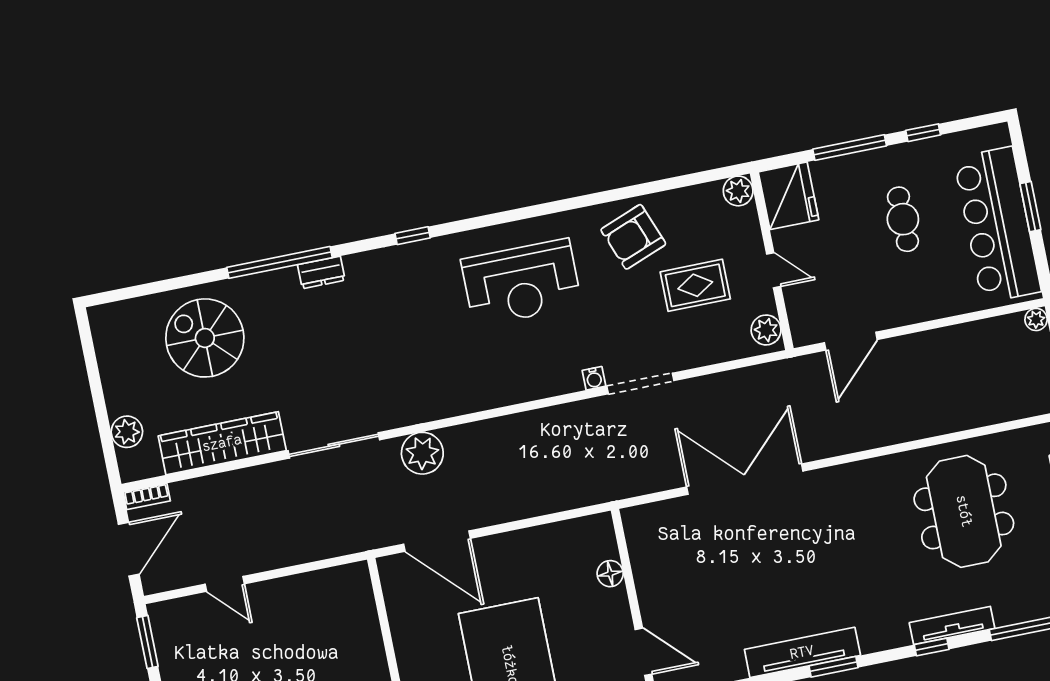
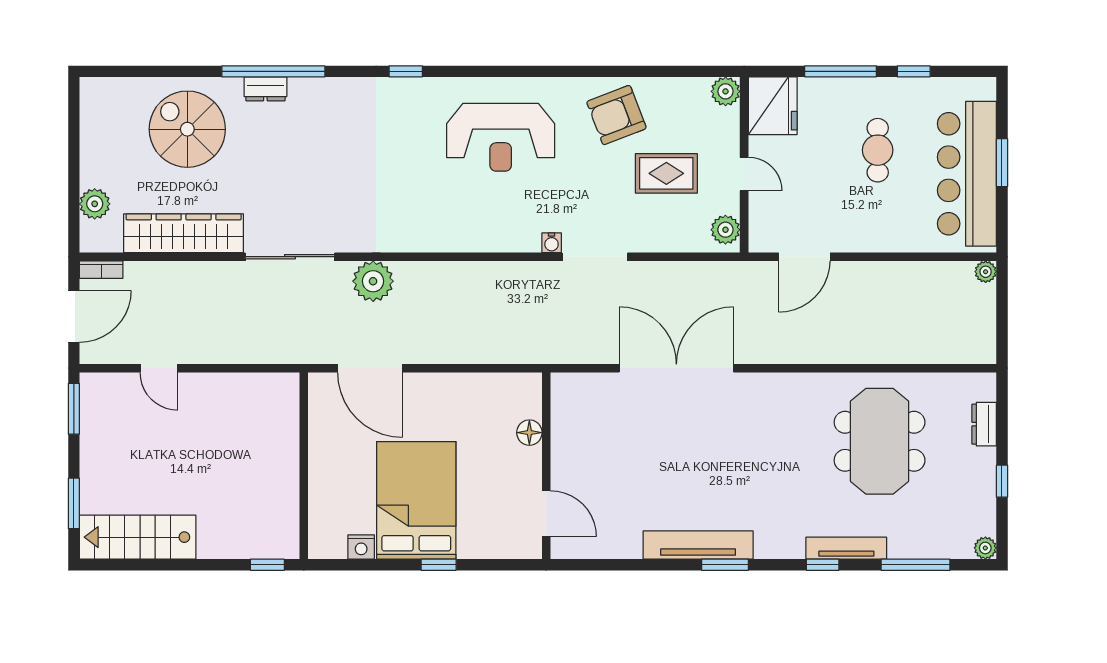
dresser: (321, 272) -> (265, 89), moved

